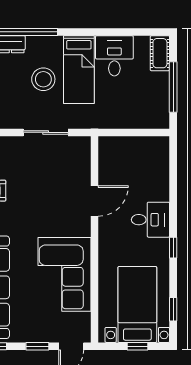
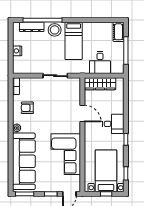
desk: (114, 56) -> (100, 62), moved, turned 180
stool: (43, 79) -> (55, 30), moved
wardrobe: (127, 147) -> (100, 84), added
door: (95, 201) -> (82, 114), hinge flipped

